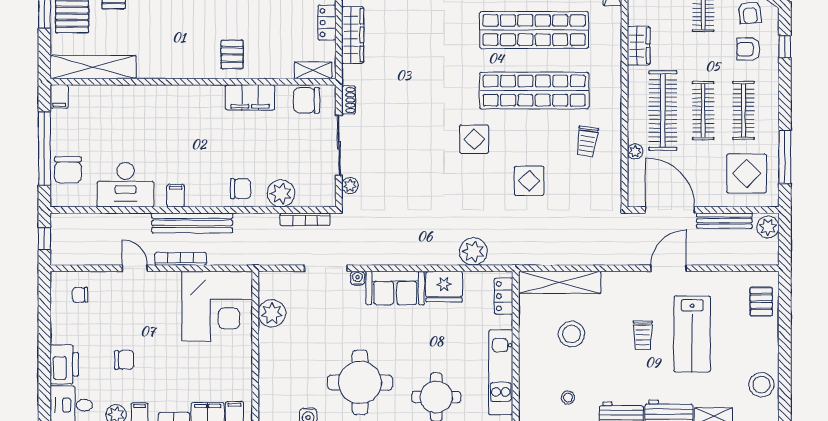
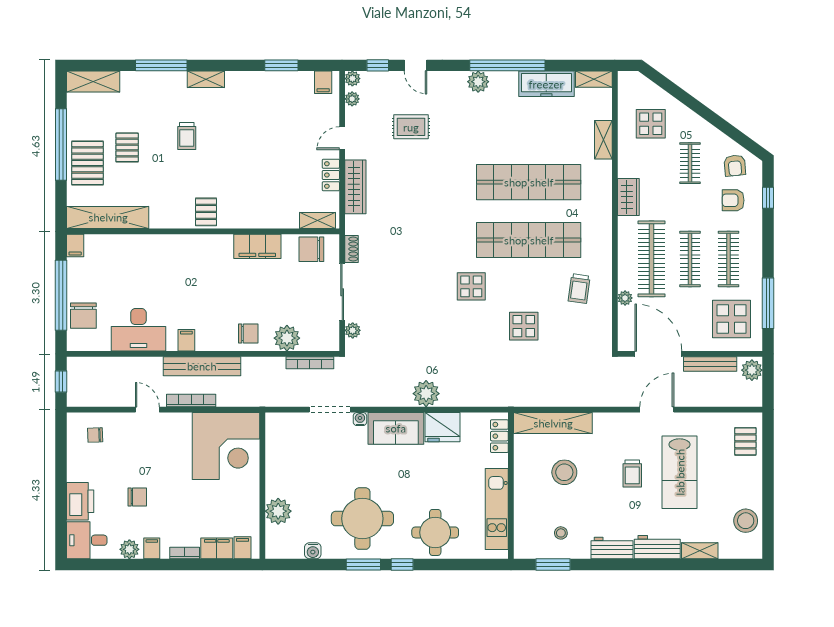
pallet: (232, 55) -> (206, 212), moved
plant: (473, 252) -> (426, 394), moved
plant: (272, 313) -> (278, 511), moved

